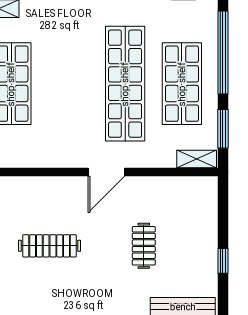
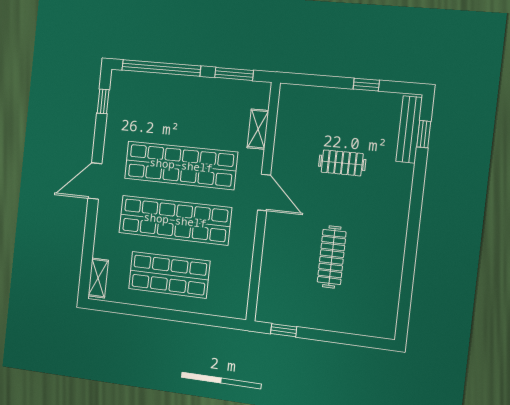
shop shelf: (182, 84) -> (175, 220), moved, width x1.40
shelving: (197, 159) -> (258, 129), moved

